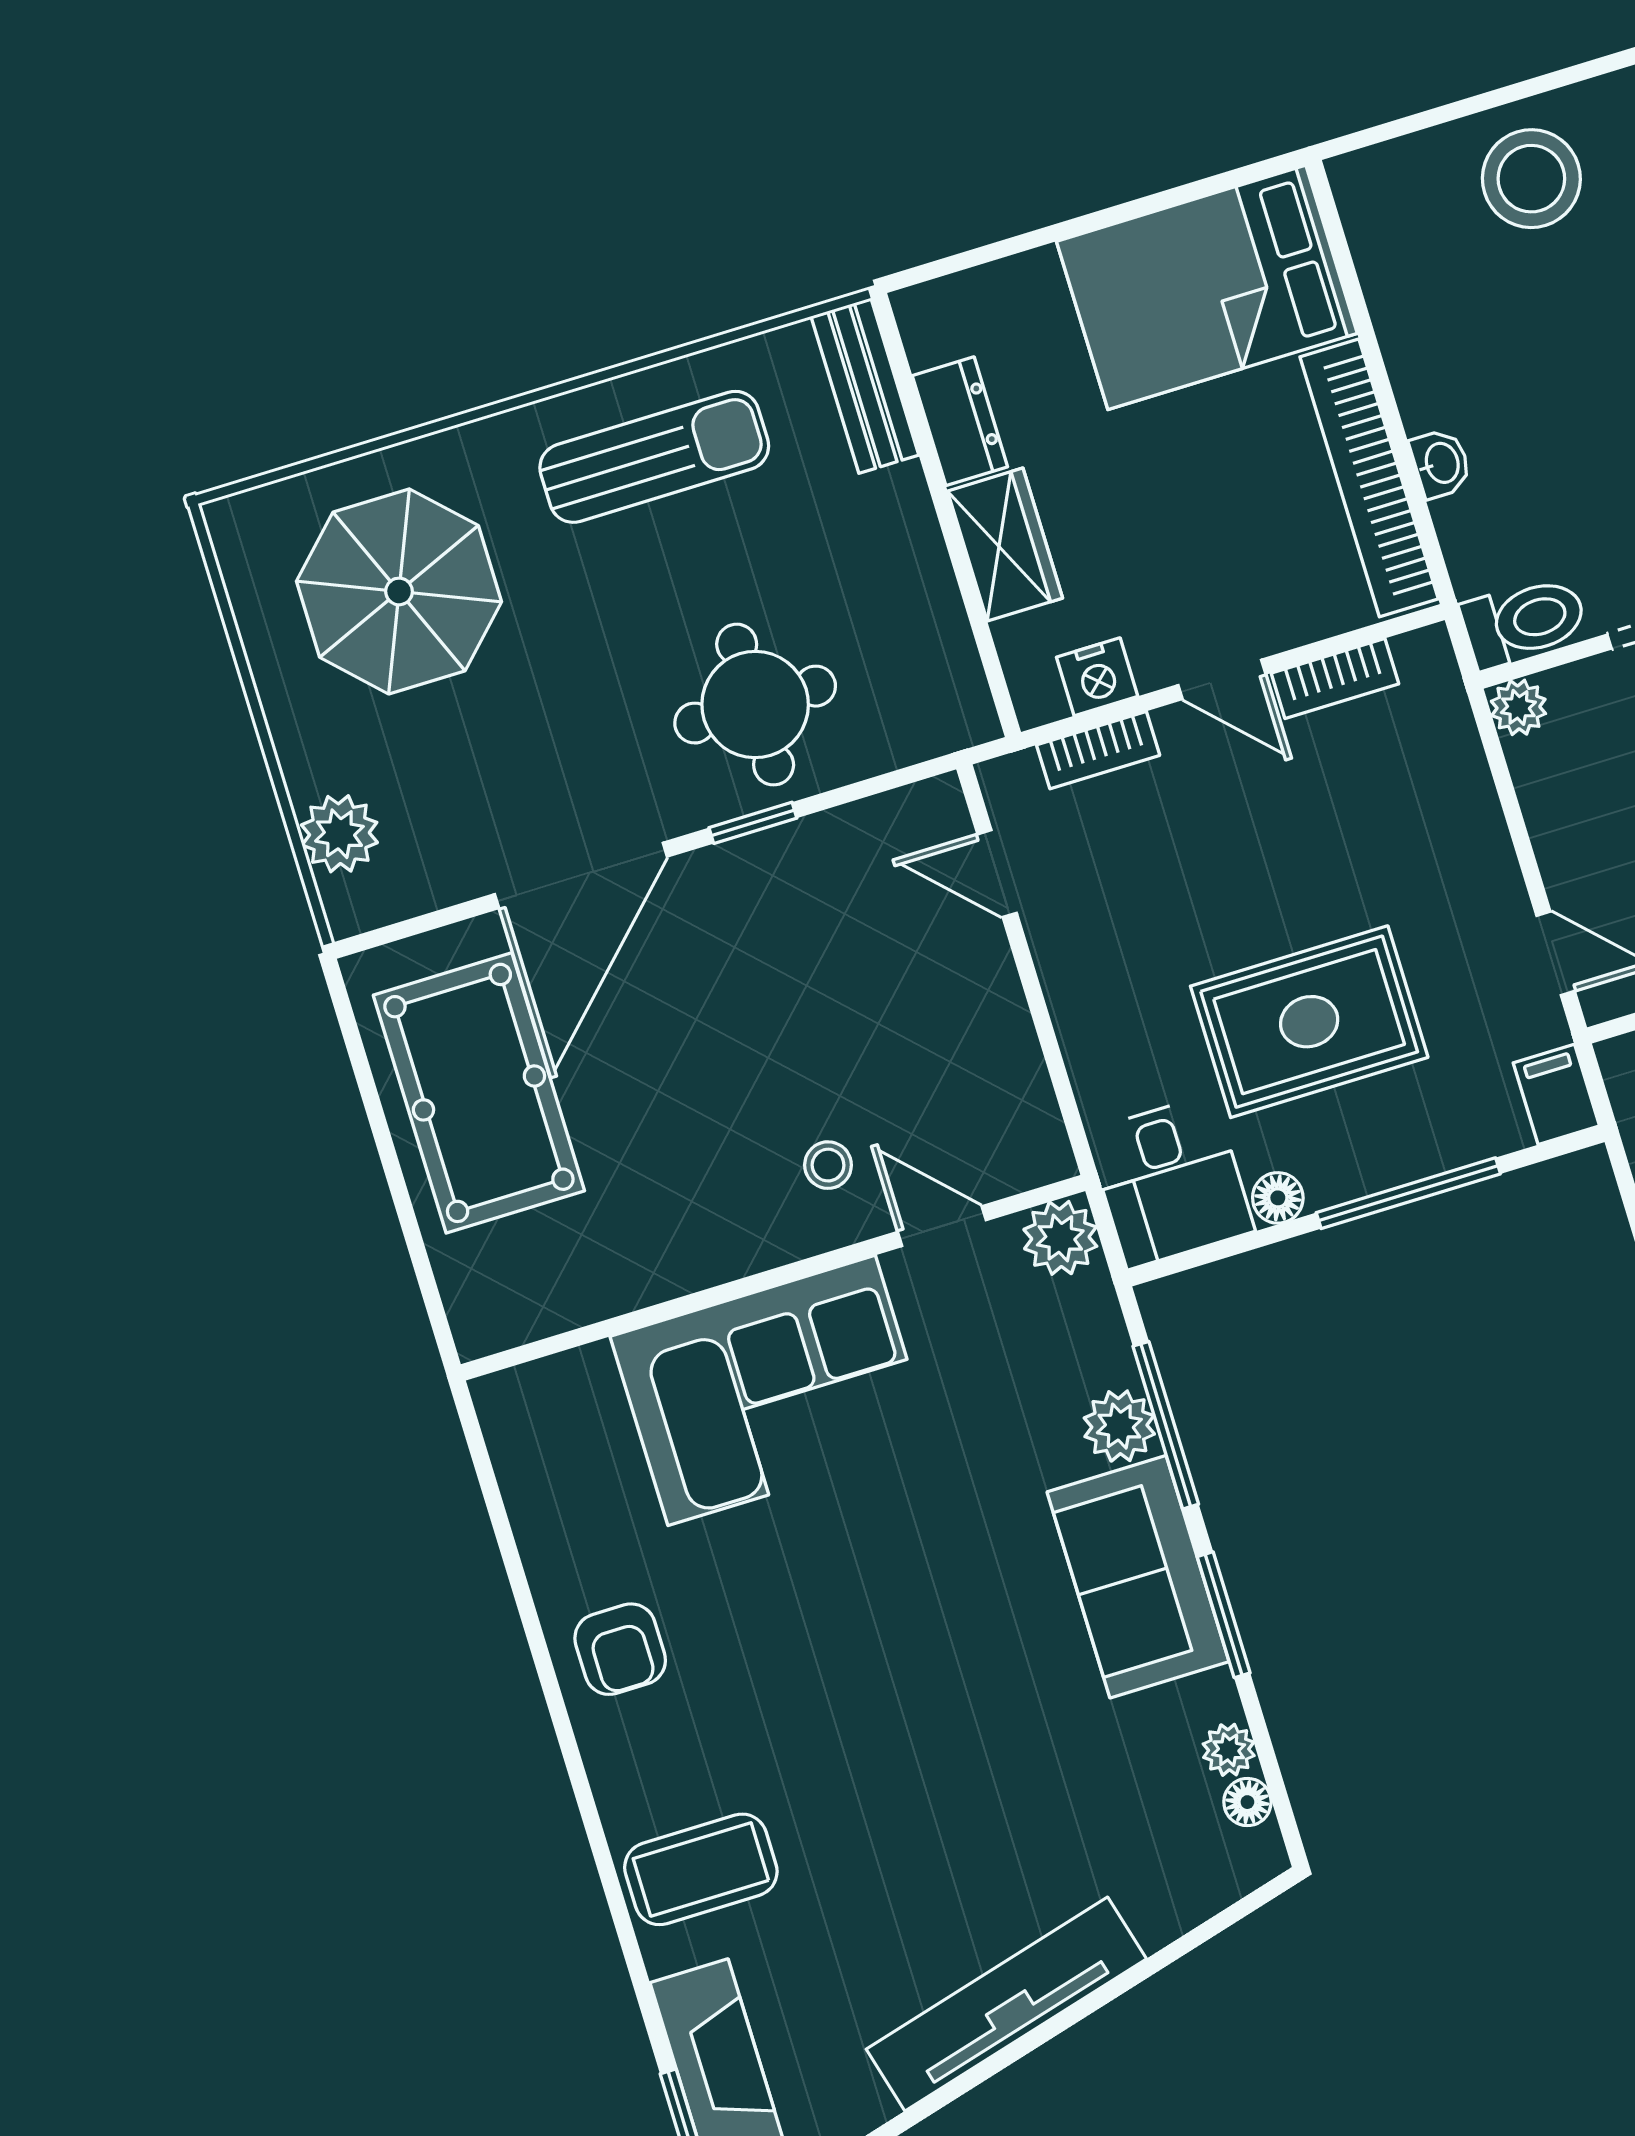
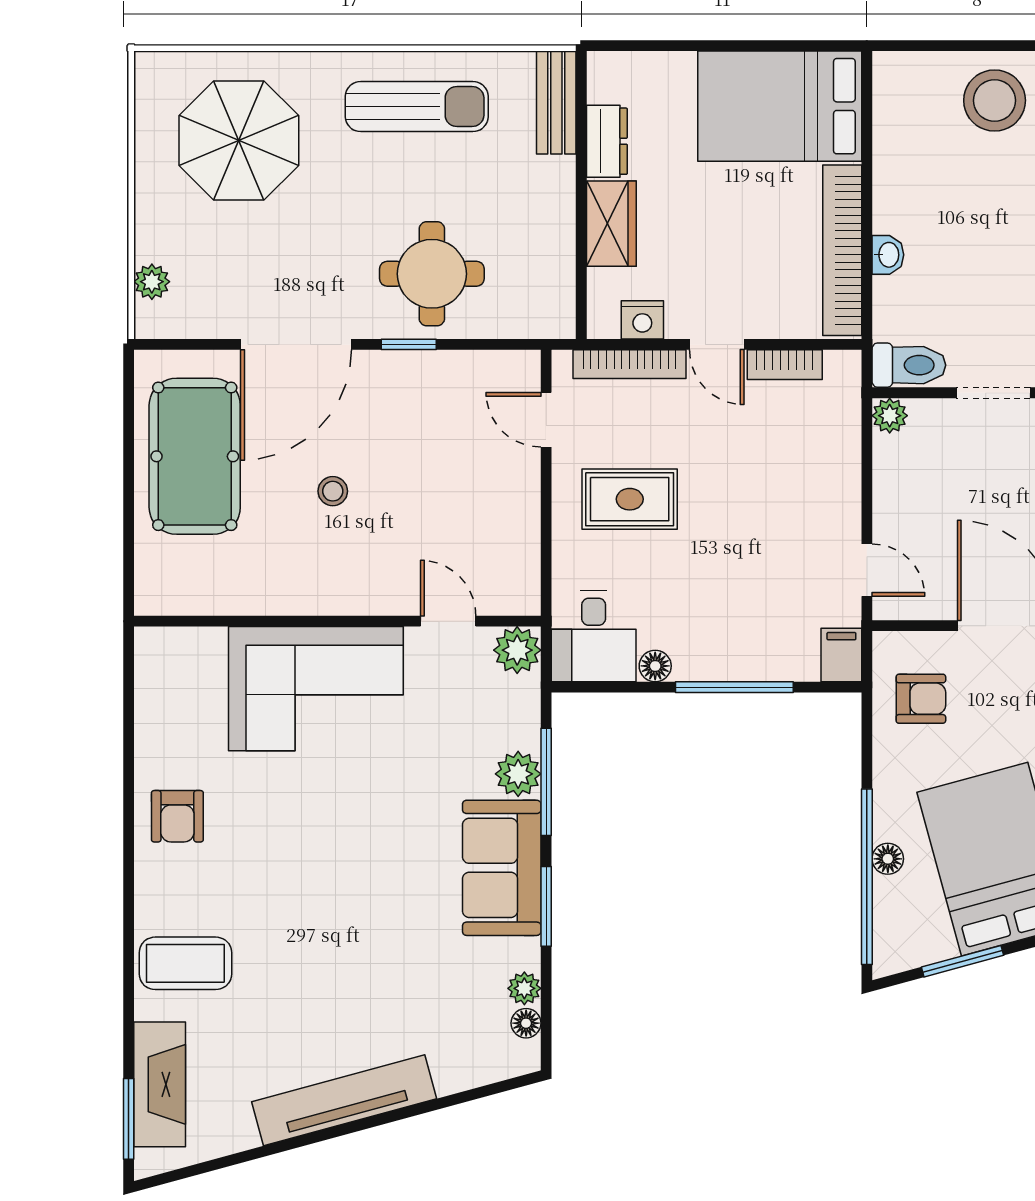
bookcase: (1098, 750) -> (629, 364), width x1.56
plant: (339, 834) -> (152, 282), width x0.73, depth x0.73
rug: (1309, 1022) -> (630, 499), moved, width x0.73, depth x0.70
stool: (828, 1165) -> (333, 491), moved

